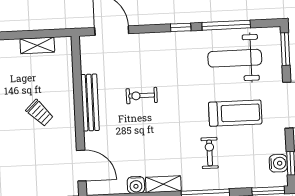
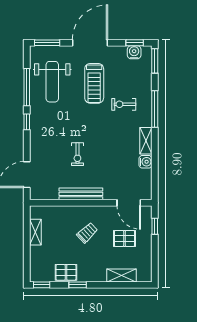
treadmill: (235, 113) -> (94, 83), turned 180
pallet: (34, 162) -> (125, 238), added
door: (81, 166) -> (129, 203), swing flipped

